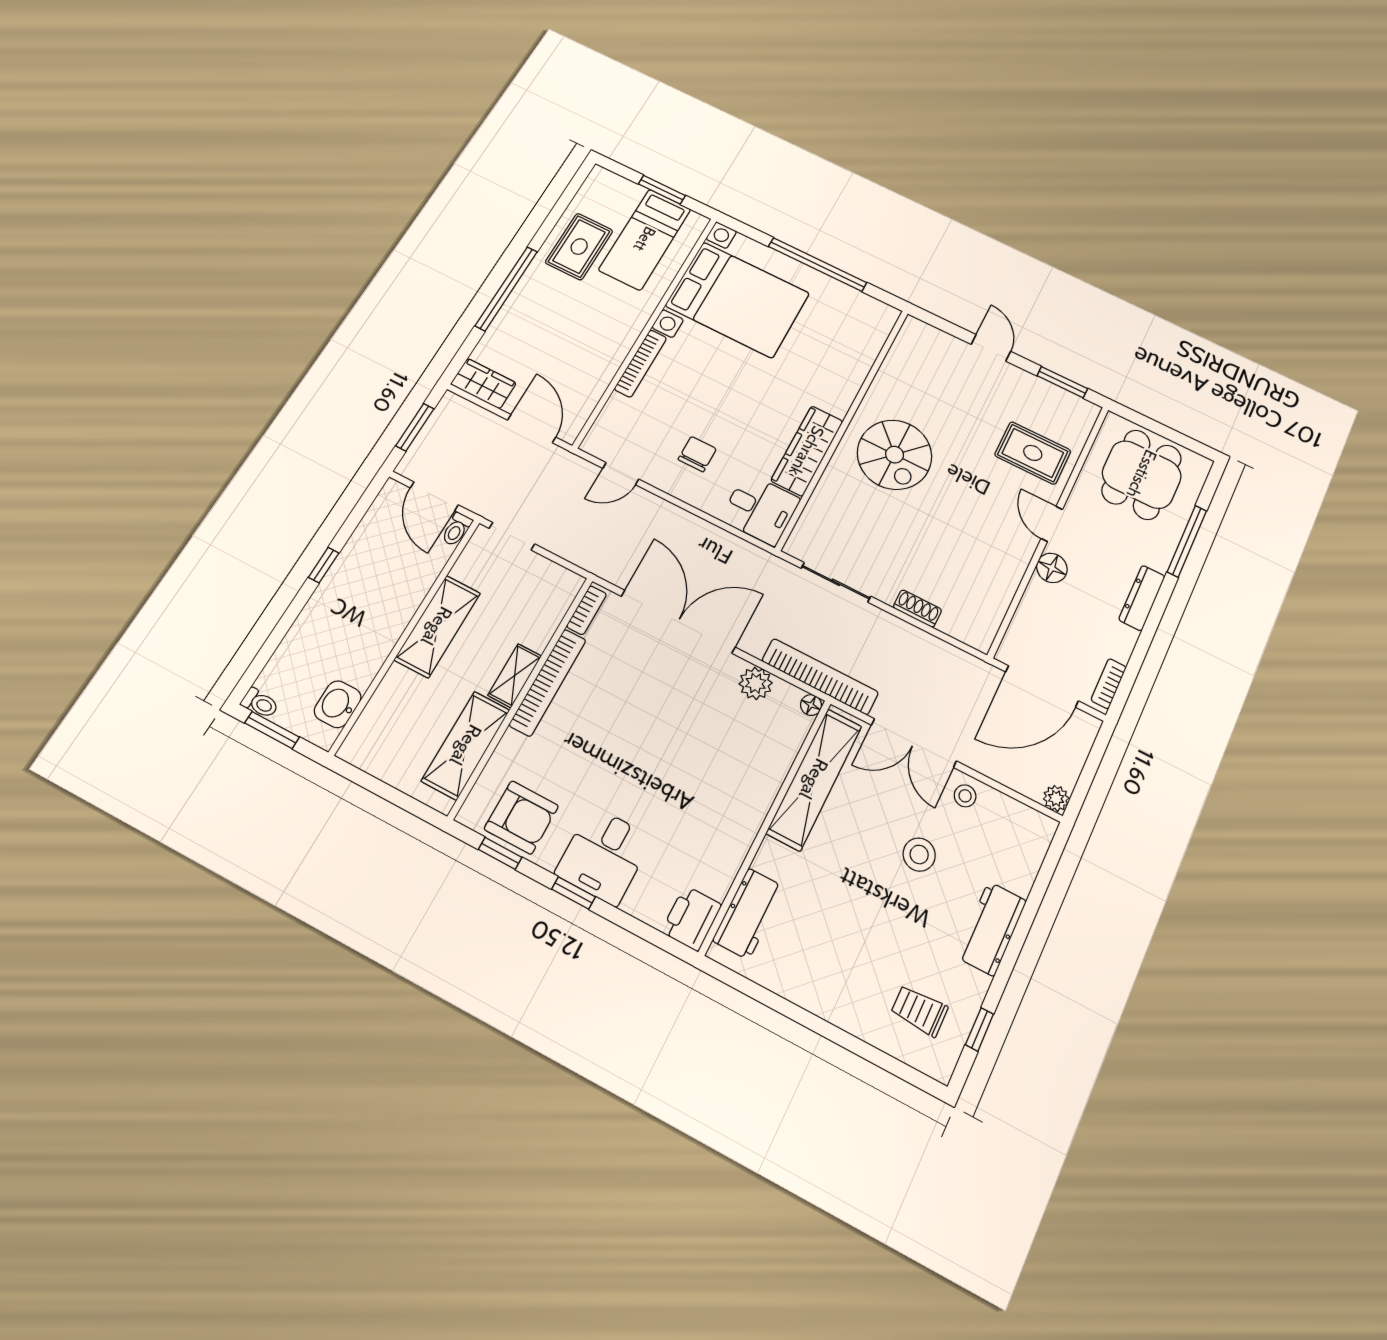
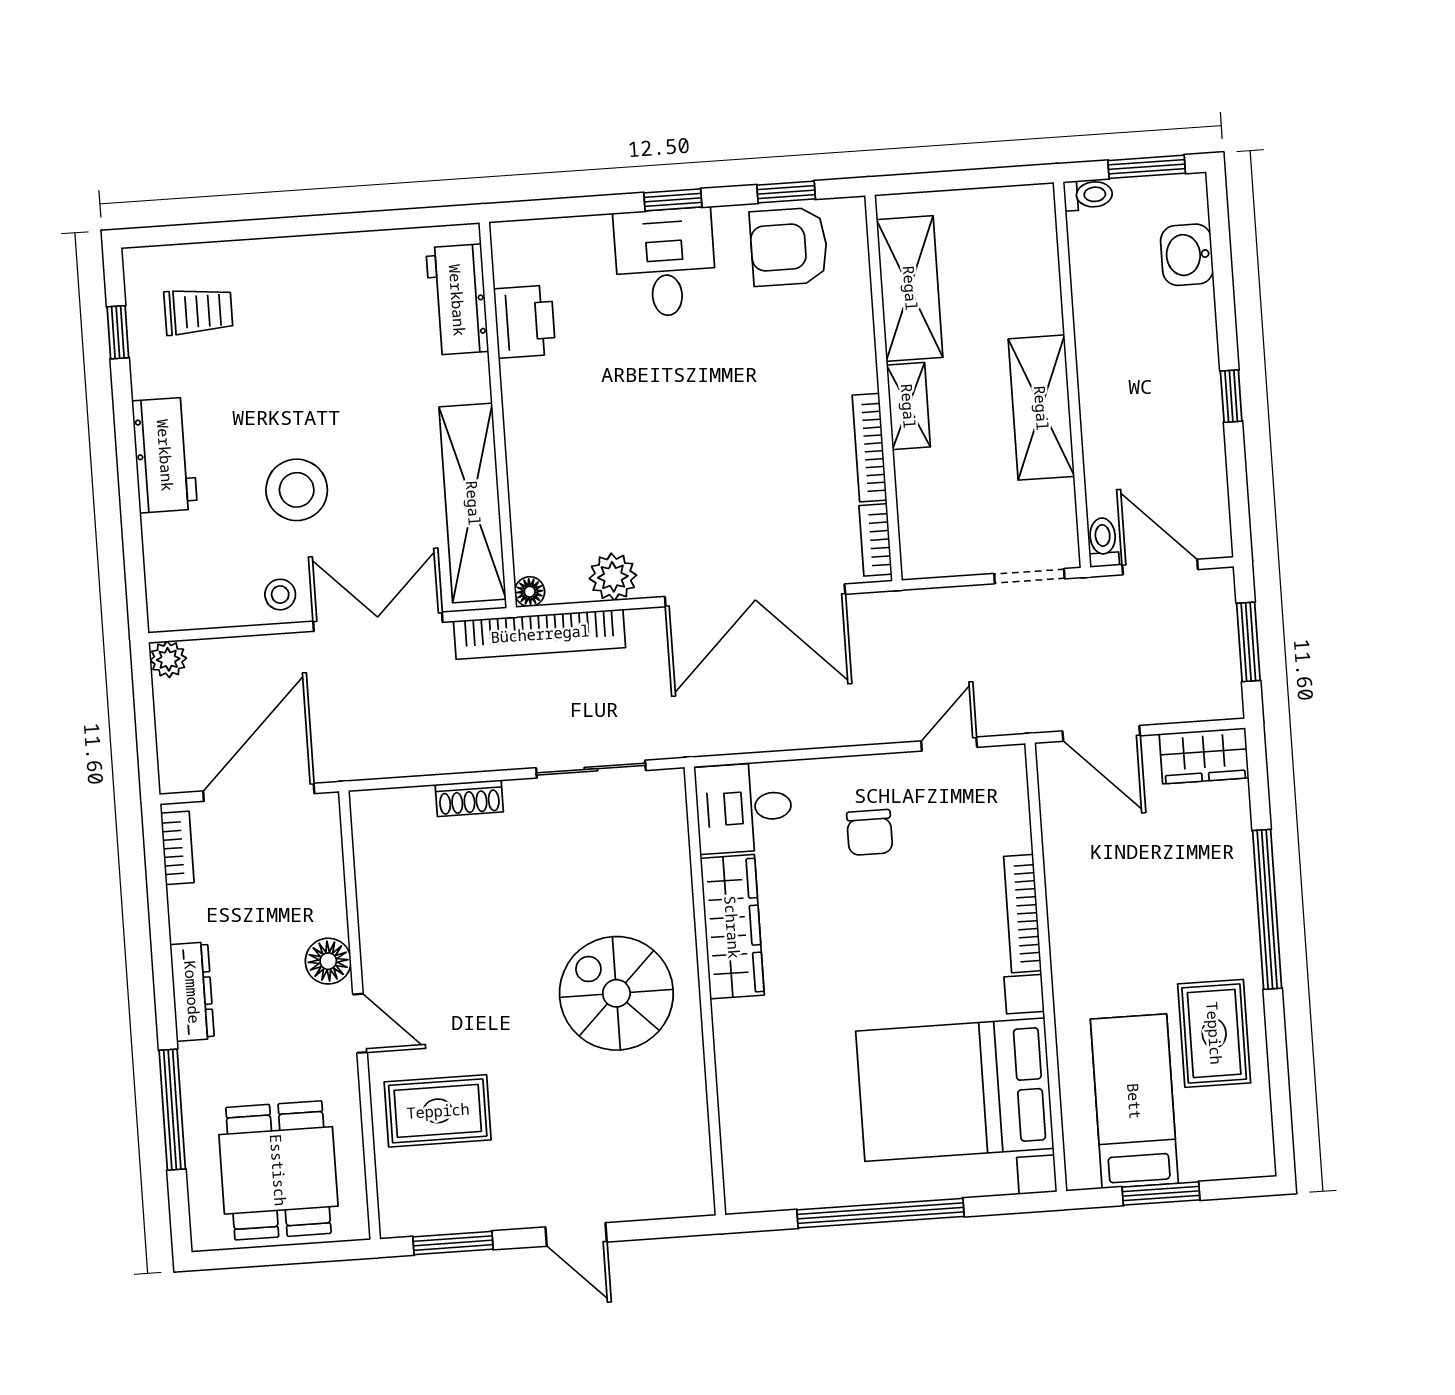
bookcase: (548, 682) -> (869, 448), width x0.68, depth x0.76
toilet: (260, 703) -> (1088, 195), moved, turned 180
washbasin: (338, 704) -> (1187, 255), moved, turned 180
stool: (919, 855) -> (297, 490), width x1.38, depth x1.38
printer: (691, 918) -> (525, 322), moved

